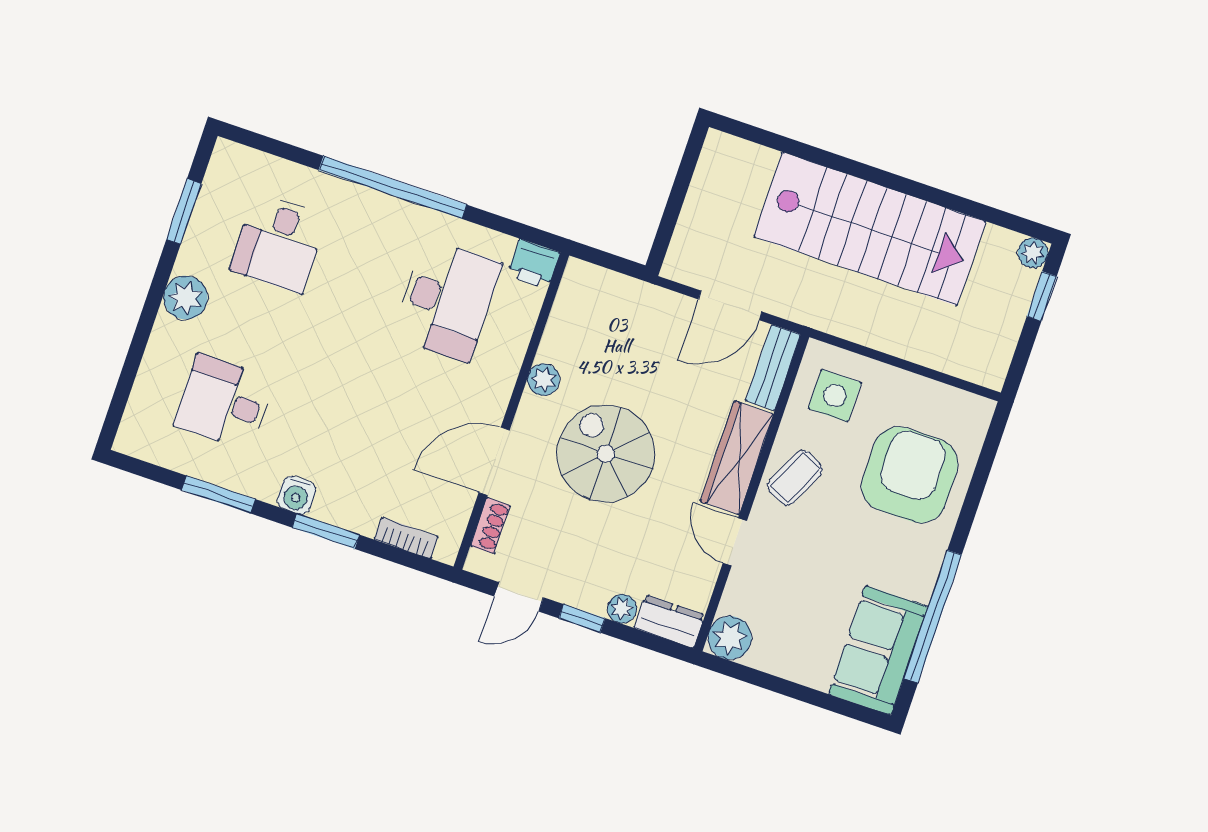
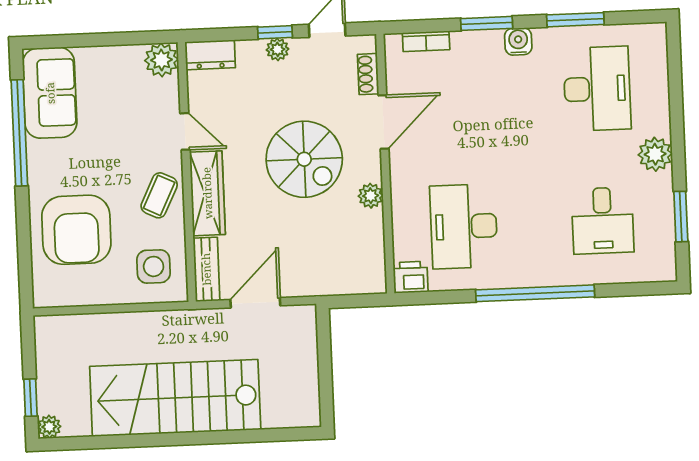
desk: (279, 243) -> (603, 221), turned 180
desk: (224, 402) -> (597, 89), width x1.37
plant: (622, 609) -> (278, 49), moved

